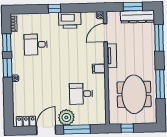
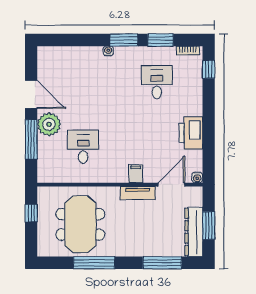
window: (55, 9) -> (209, 69), moved
door: (105, 33) -> (171, 185), hinge flipped
filing cabinet: (99, 69) -> (136, 174), moved
meeting table: (134, 94) -> (80, 224), turned 90
locker: (26, 121) -> (45, 65), removed

